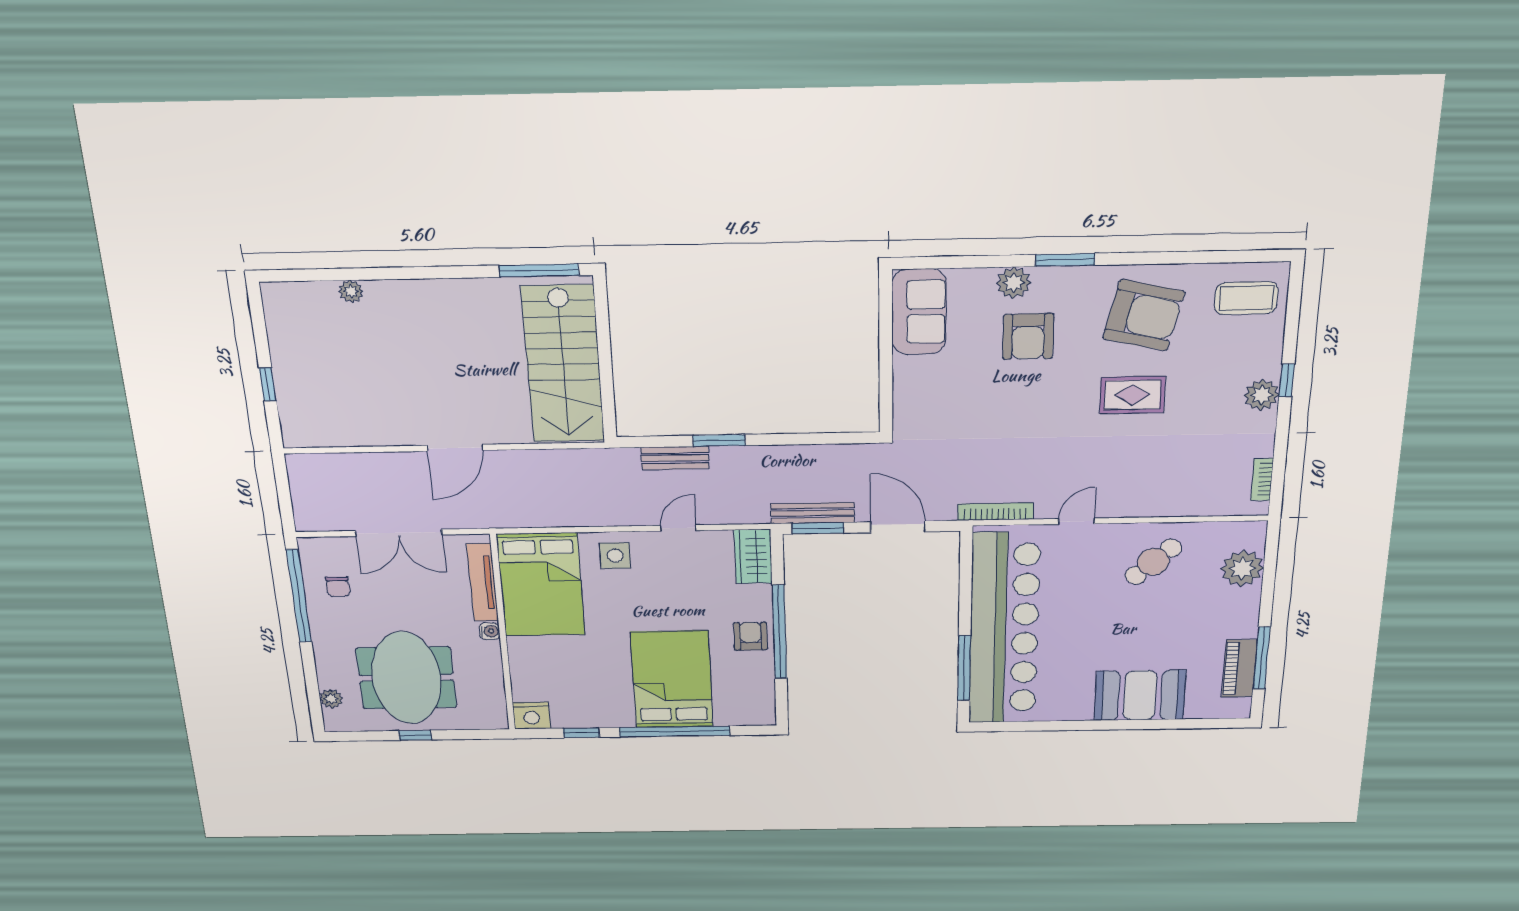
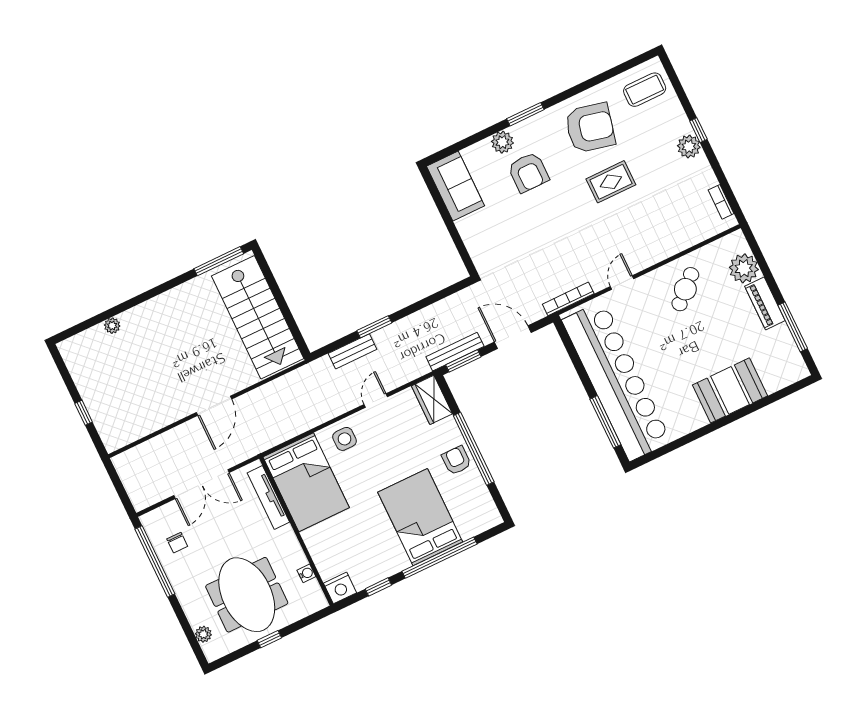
water cooler: (490, 631) -> (306, 573), moved
piano: (1239, 668) -> (765, 303), moved

